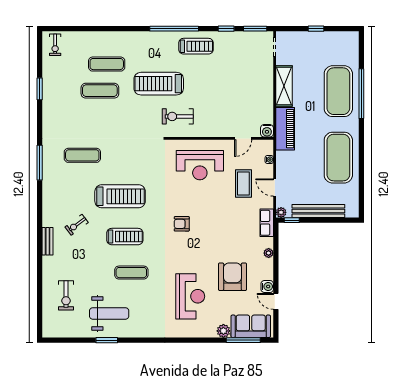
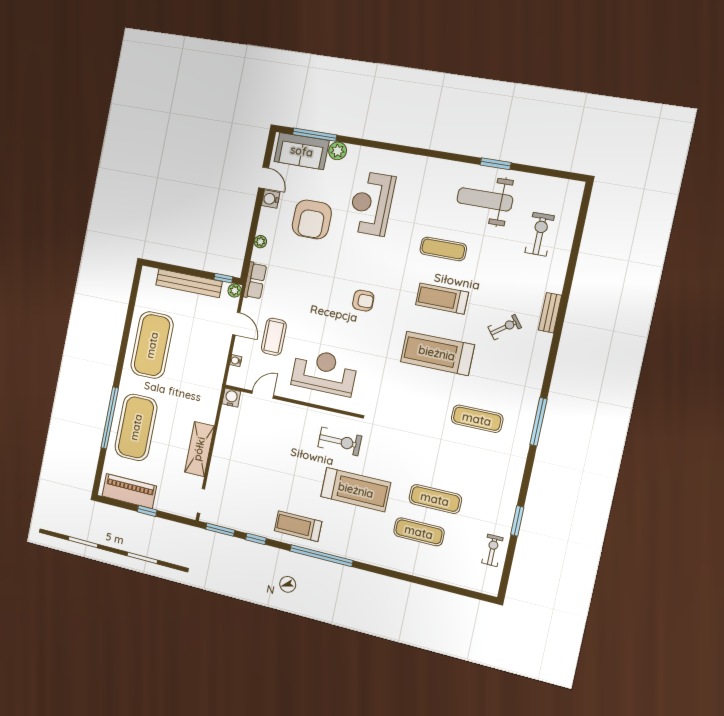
exercise bike: (55, 45) -> (492, 550), moved
piano: (285, 129) -> (129, 491), moved, turned 90

